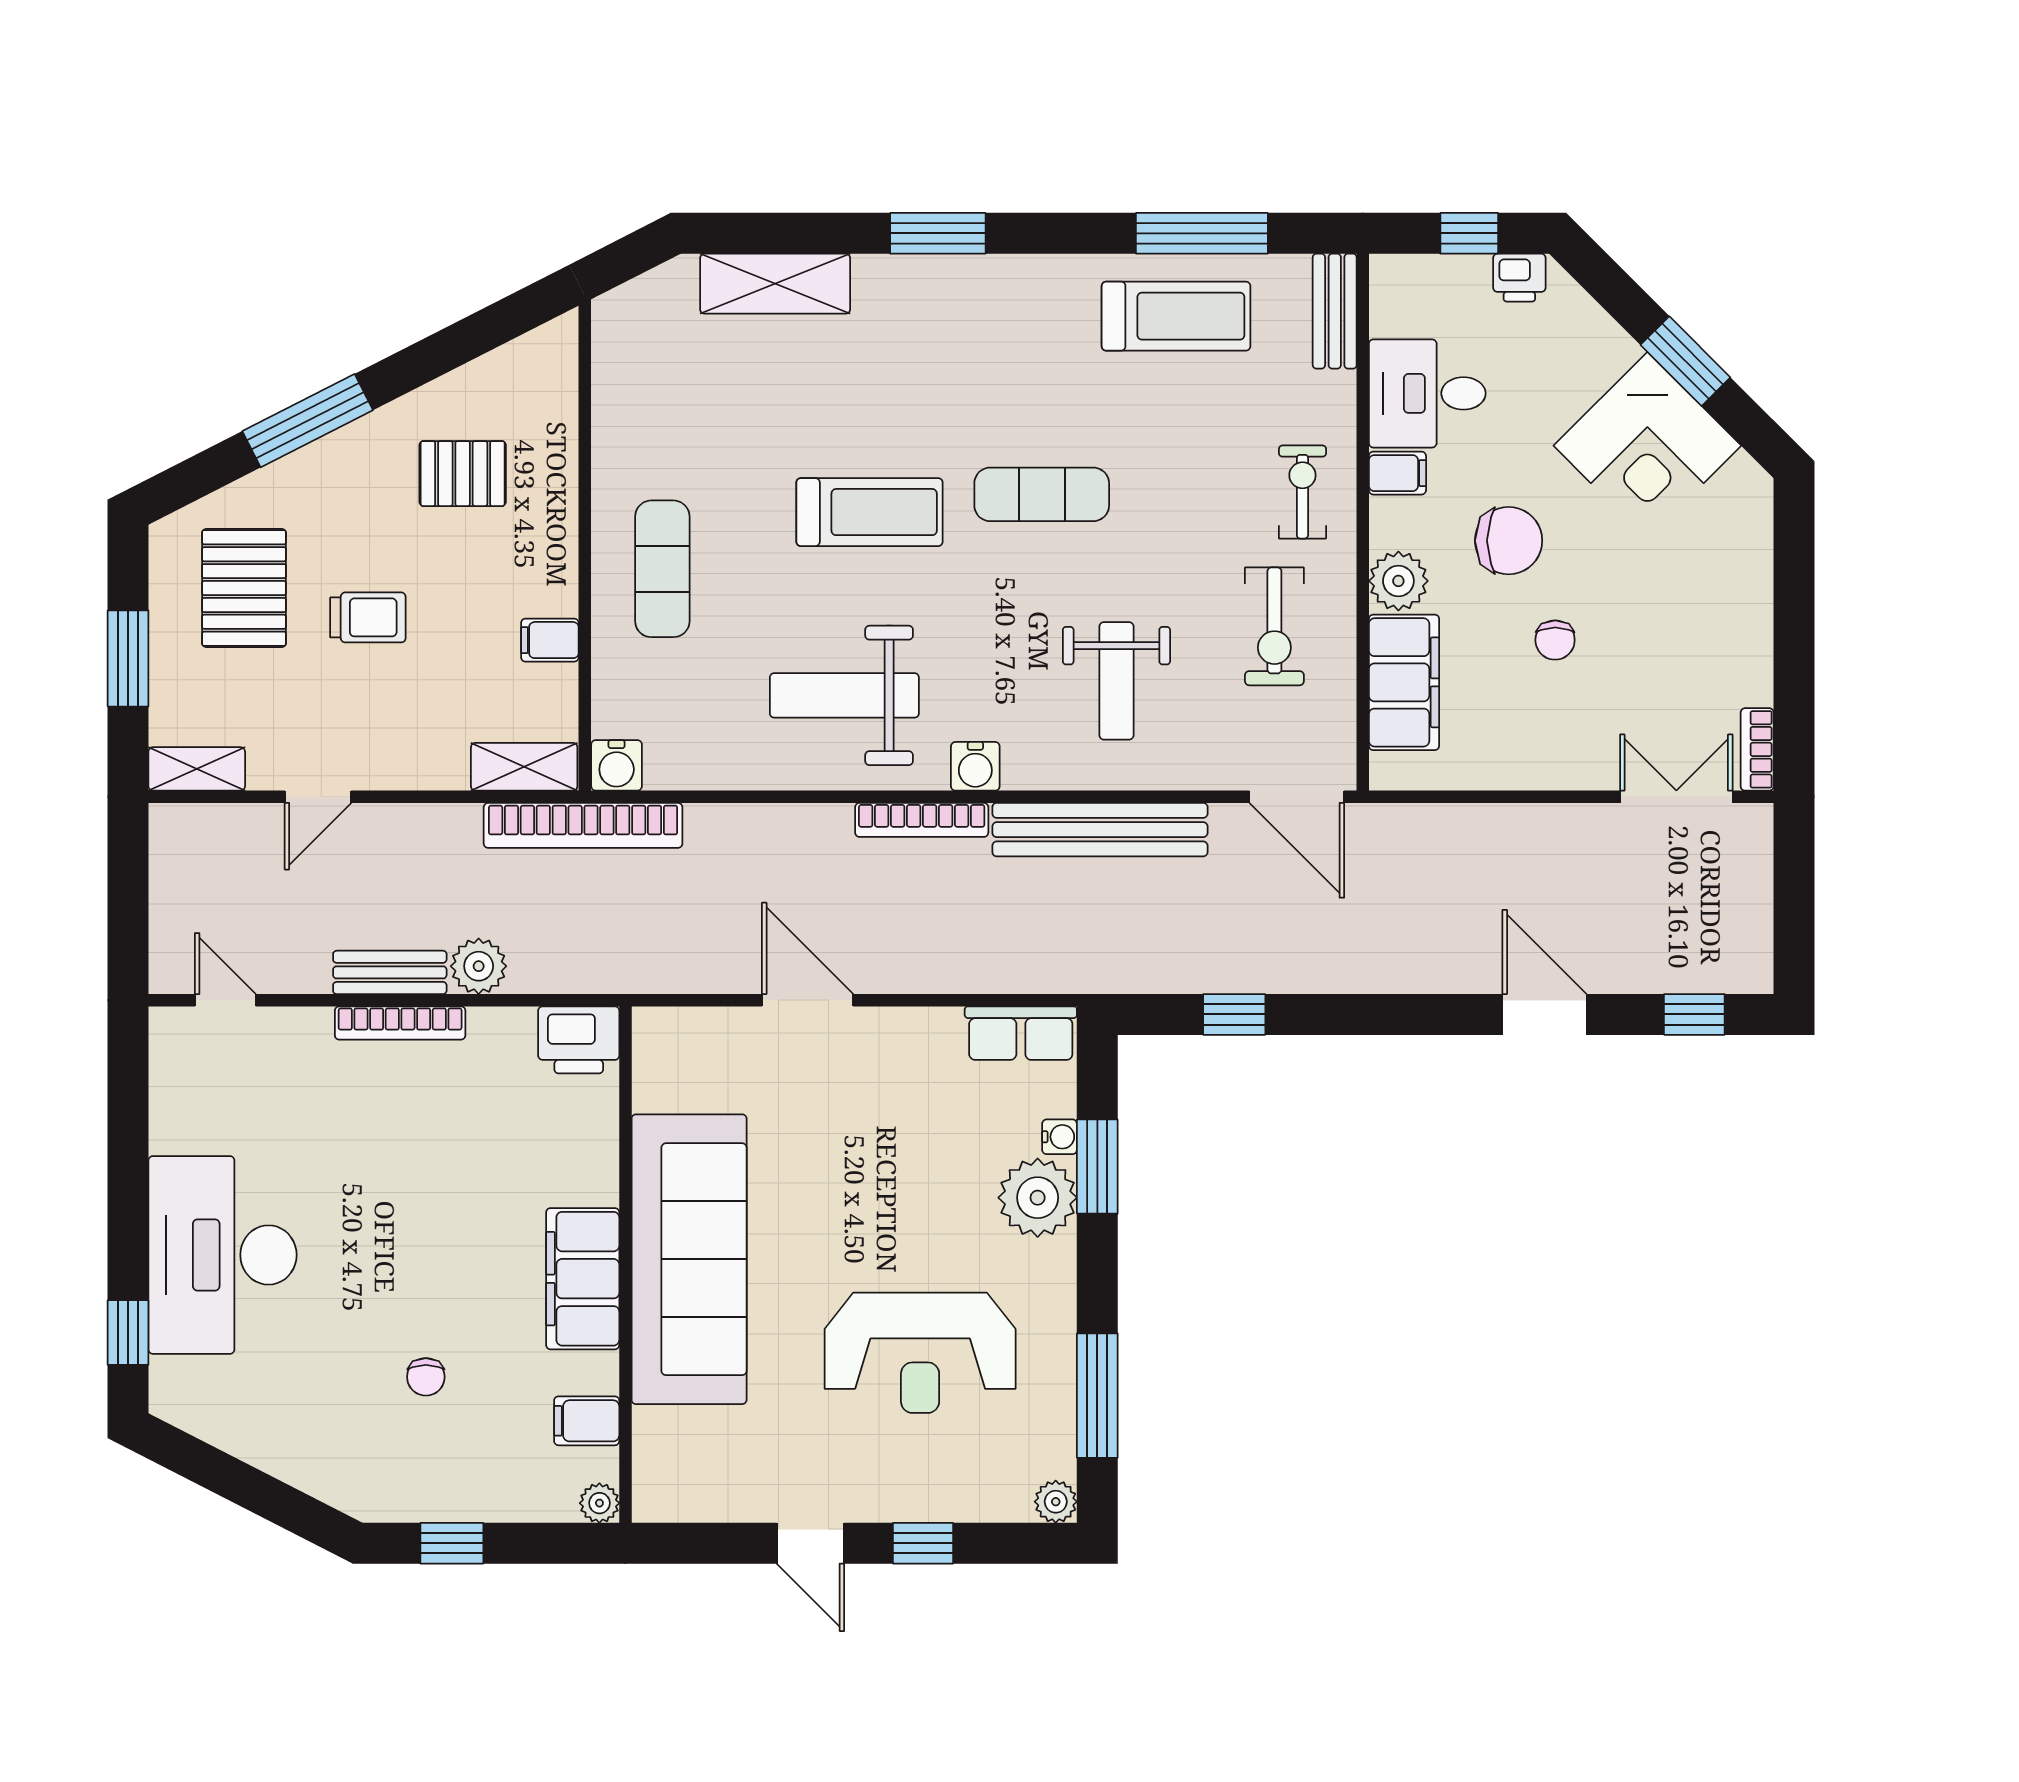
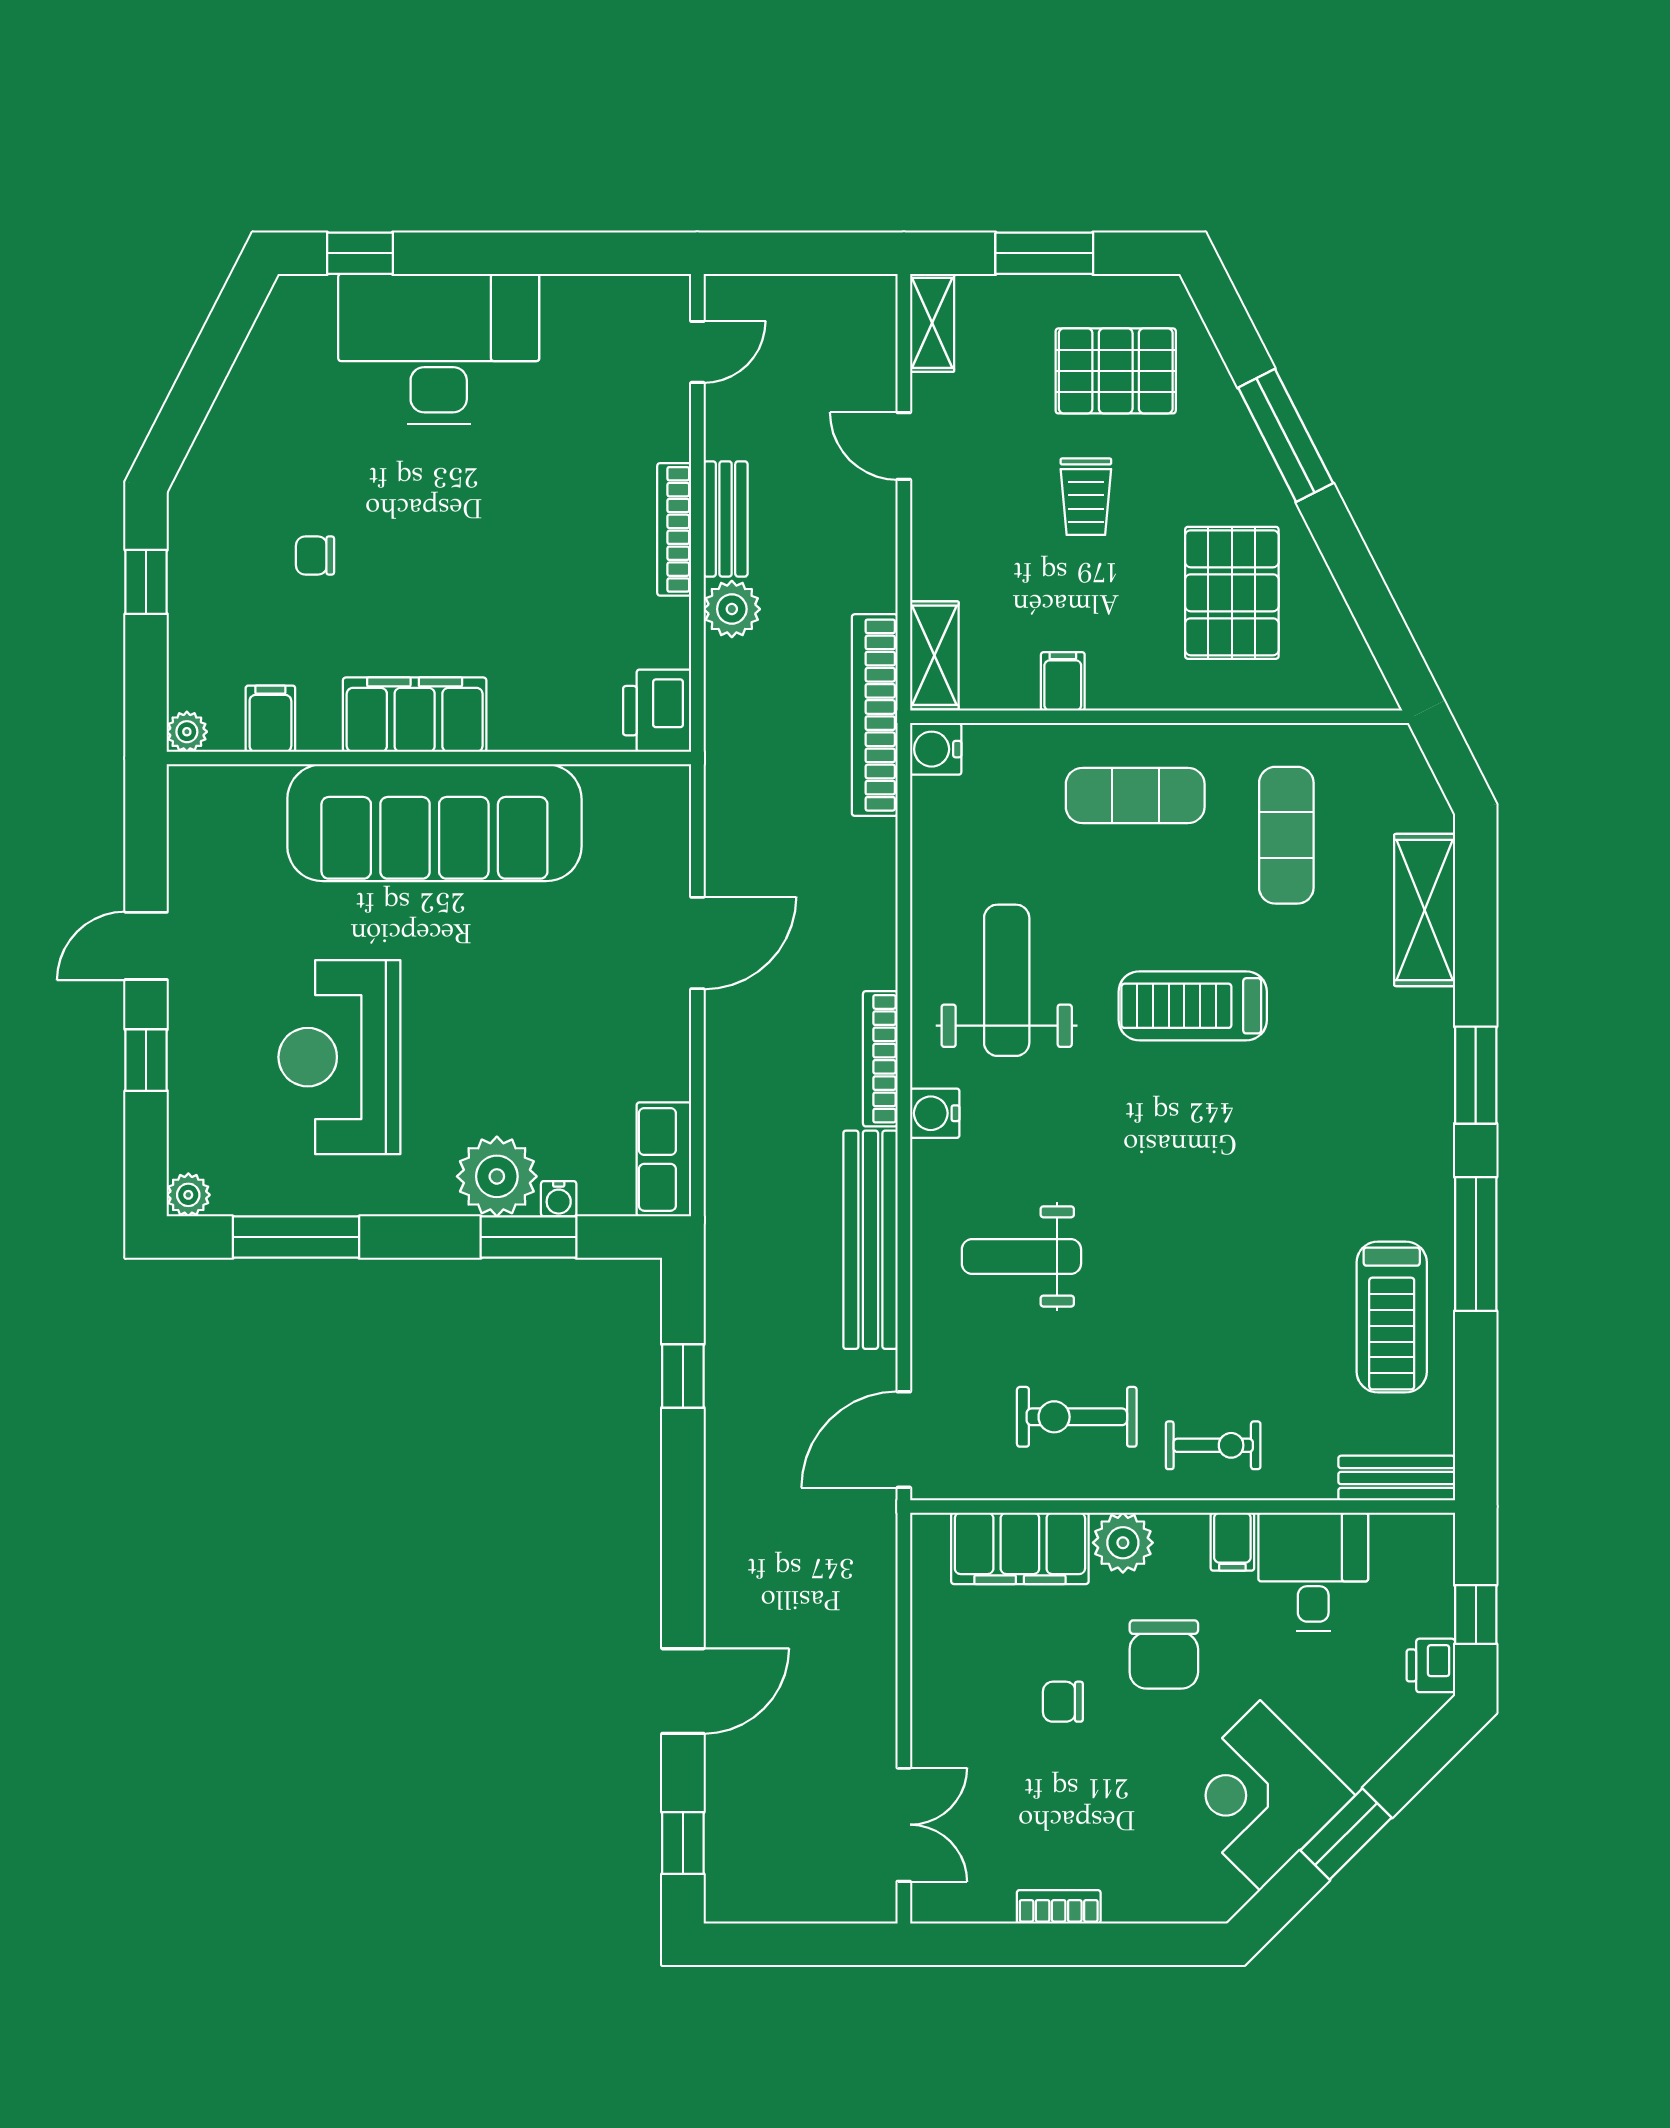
window: (1202, 233) -> (1476, 1244), moved
pallet: (463, 474) -> (1232, 593), width x1.50, depth x1.42
exercise mat: (1042, 494) -> (1286, 835), moved
treadmill: (870, 512) -> (1193, 1006), turned 90
bookcase: (1757, 749) -> (1059, 1907), moved

